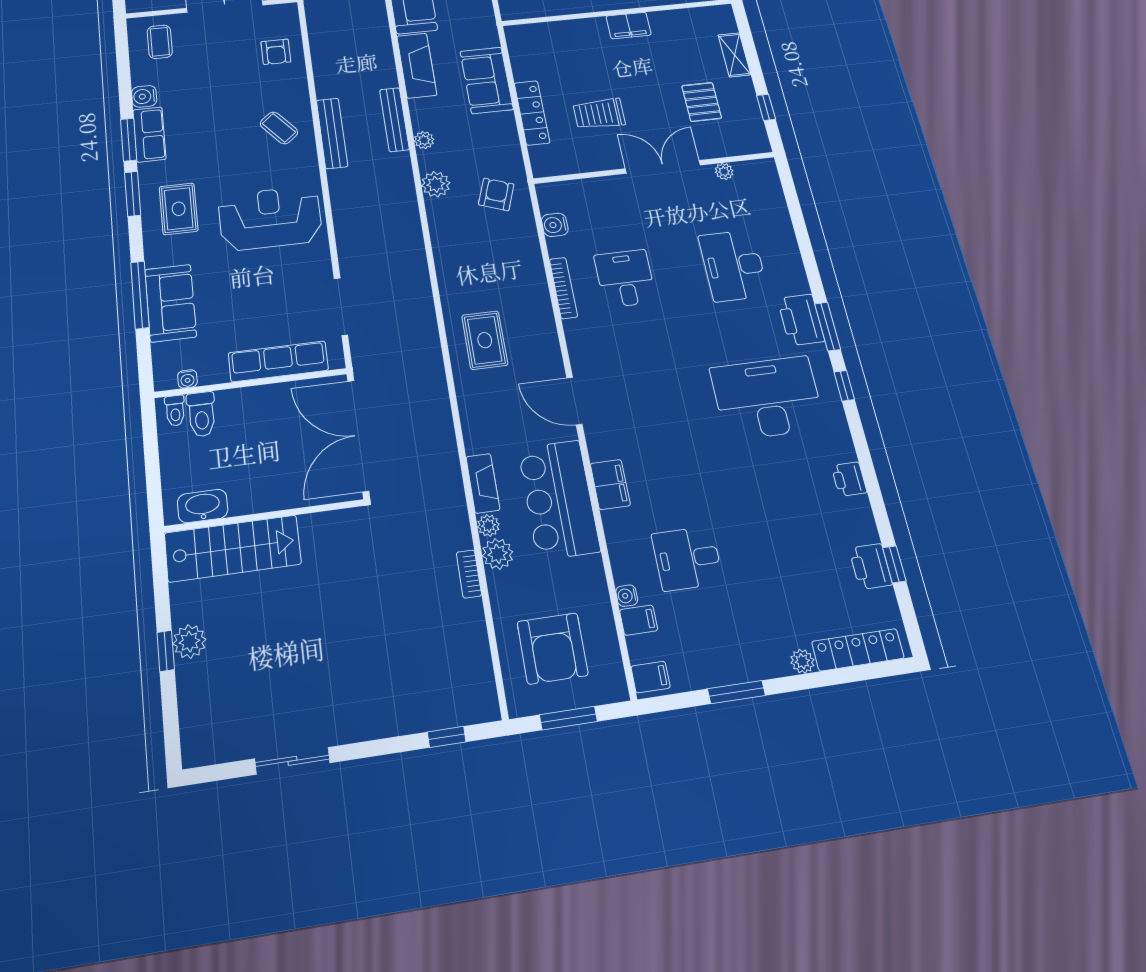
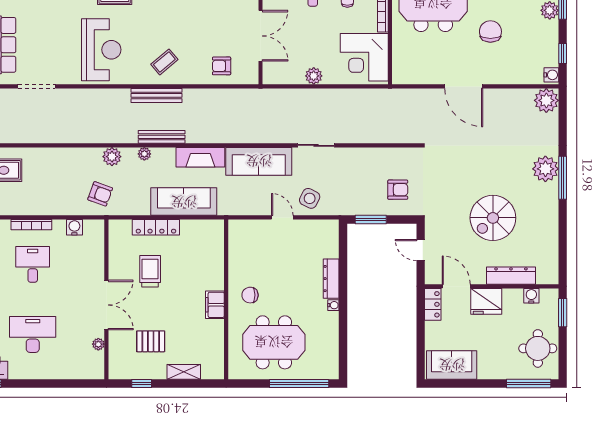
sofa: (487, 80) -> (184, 202), width x1.36
desk: (625, 278) -> (33, 264), turned -90

